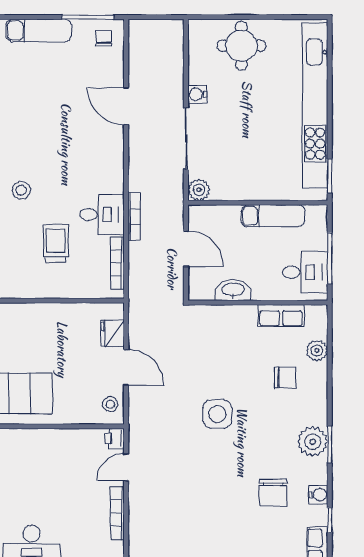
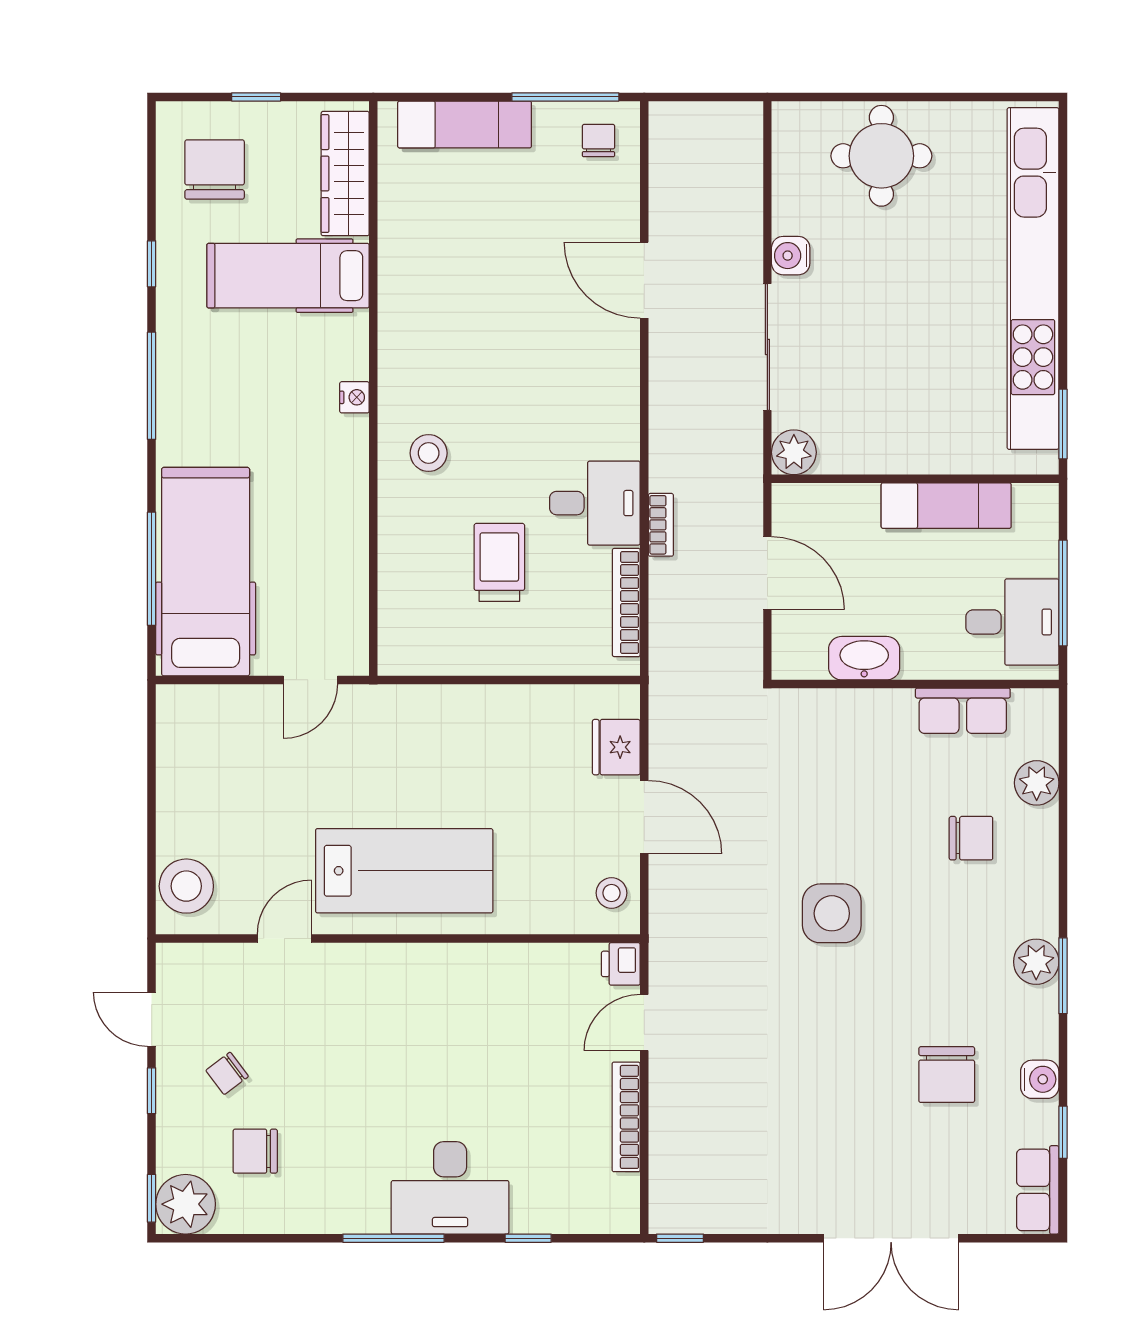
bookcase: (134, 217) -> (661, 525), width x0.64
plant: (313, 442) -> (1036, 962), width x0.73, depth x0.73

